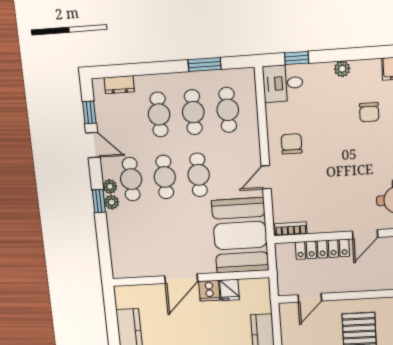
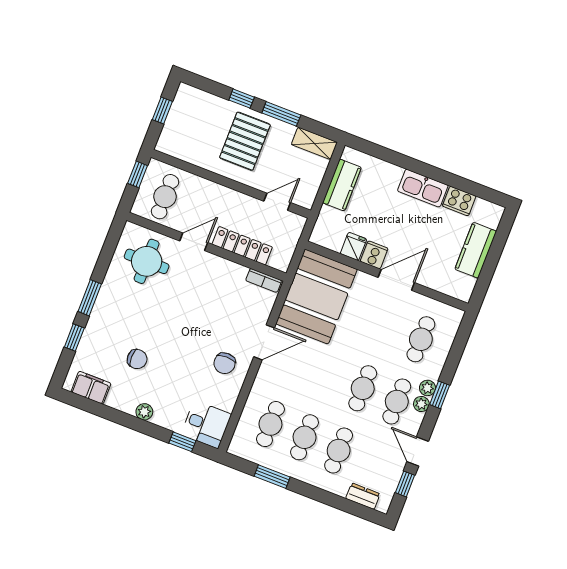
chair: (369, 112) -> (137, 359), turned 90
cafe table: (199, 175) -> (421, 339), moved
door: (266, 177) -> (264, 342), width x1.38

